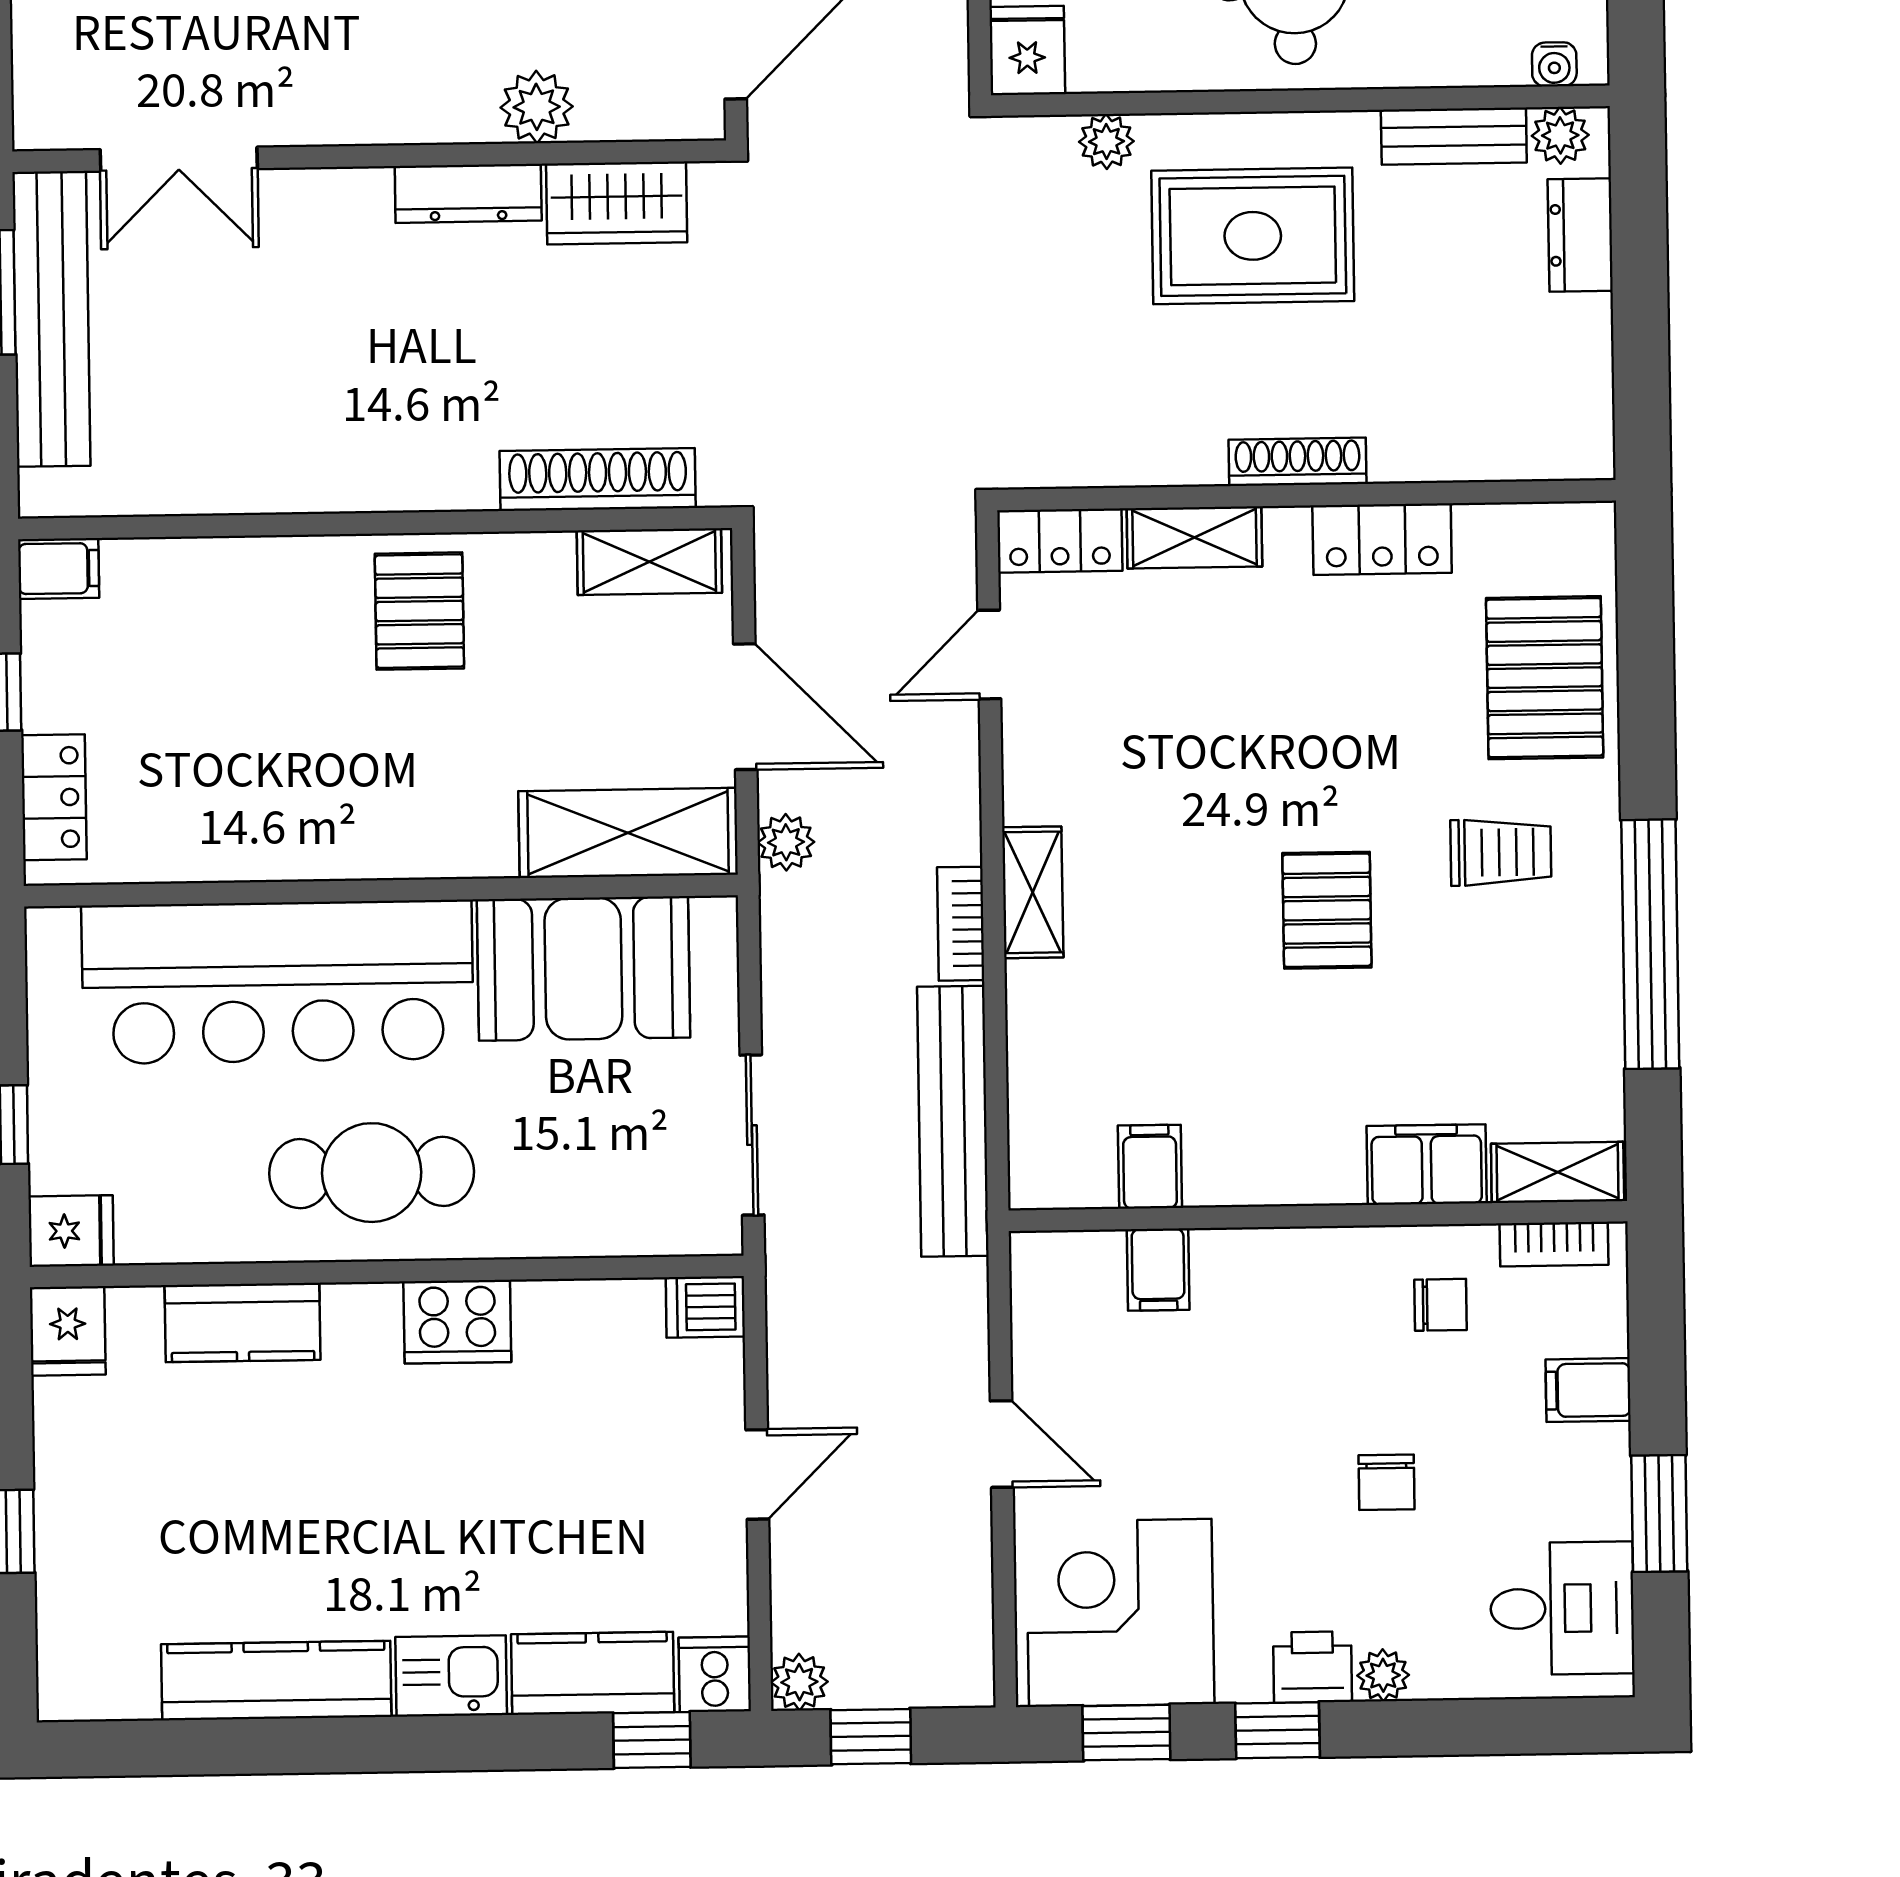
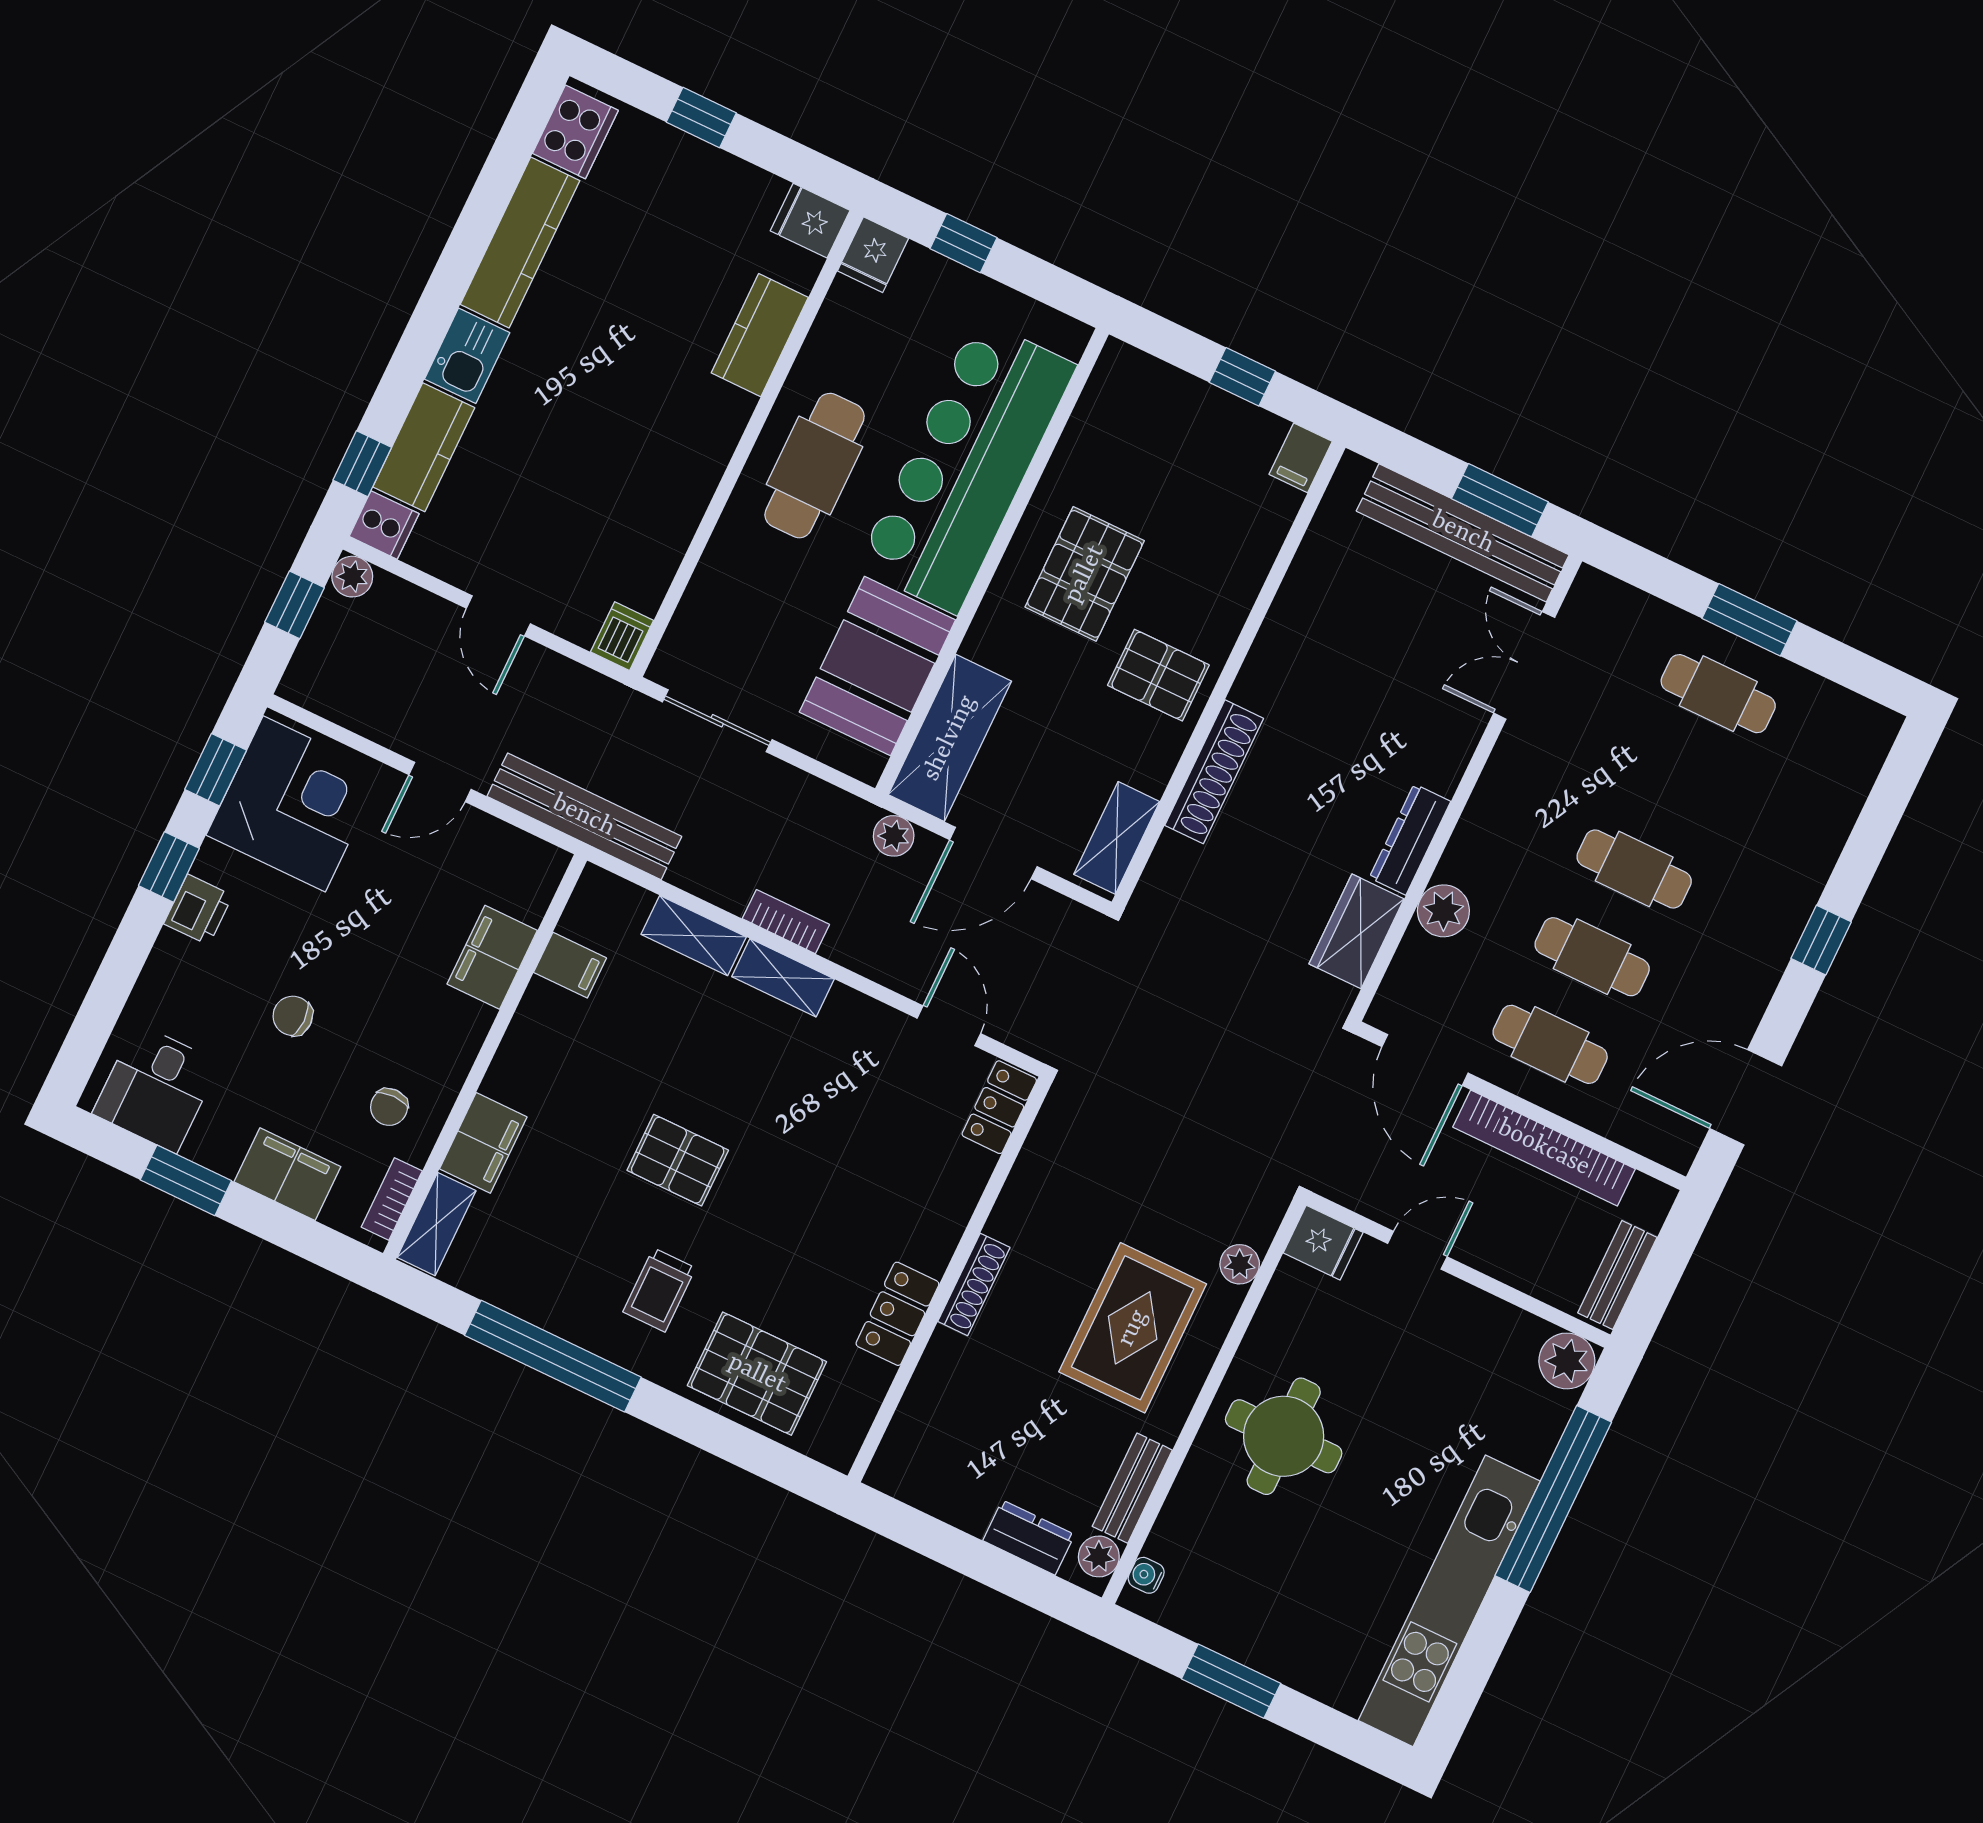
shoe rack: (598, 480) -> (1214, 772), moved
shelving: (1194, 537) -> (694, 936), moved, turned 90
pallet: (339, 767) -> (1085, 574), added
locker: (54, 797) -> (1156, 382), removed
bench: (953, 1121) -> (584, 816), moved
filing cabinet: (1158, 1270) -> (492, 957), width x2.00
cooker: (457, 1322) -> (575, 132), moved, turned 180
filing cabinet: (1588, 1390) -> (287, 1174), width x2.00
plant: (1383, 1675) -> (170, 952), removed

